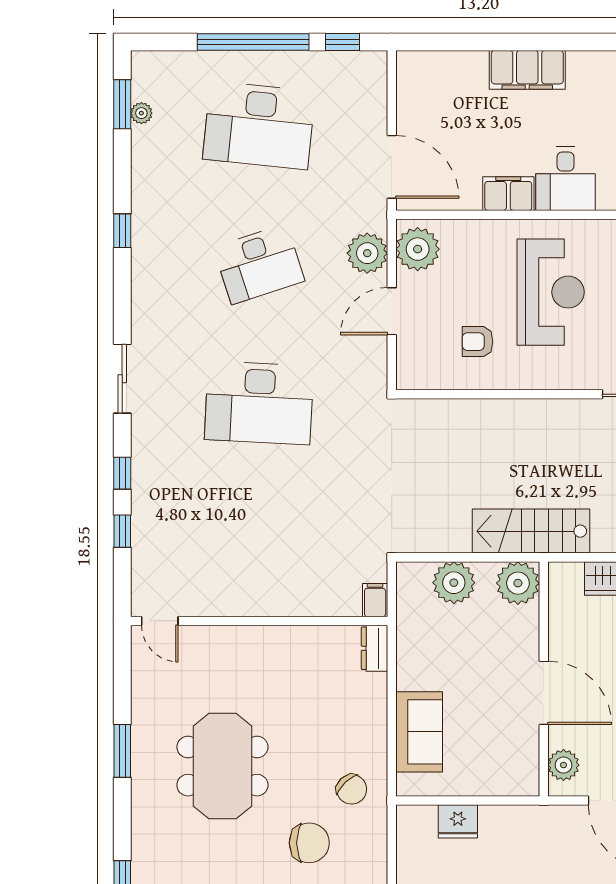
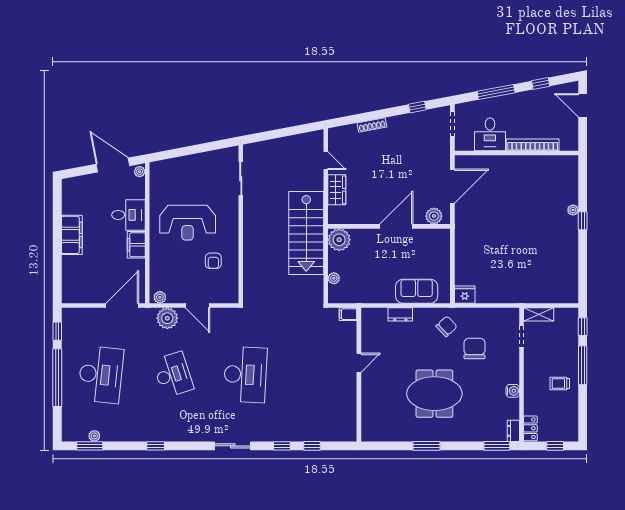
plant: (418, 249) -> (160, 297), width x0.53, depth x0.53
reception desk: (551, 292) -> (188, 223), turned 180
stairs: (531, 531) -> (306, 233), width x1.36, depth x1.51
plant: (454, 583) -> (334, 278), width x0.53, depth x0.53
door: (160, 621) -> (359, 363), moved
dresser: (375, 648) -> (400, 314), moved
fridge: (458, 821) -> (465, 295), moved, turned -90

